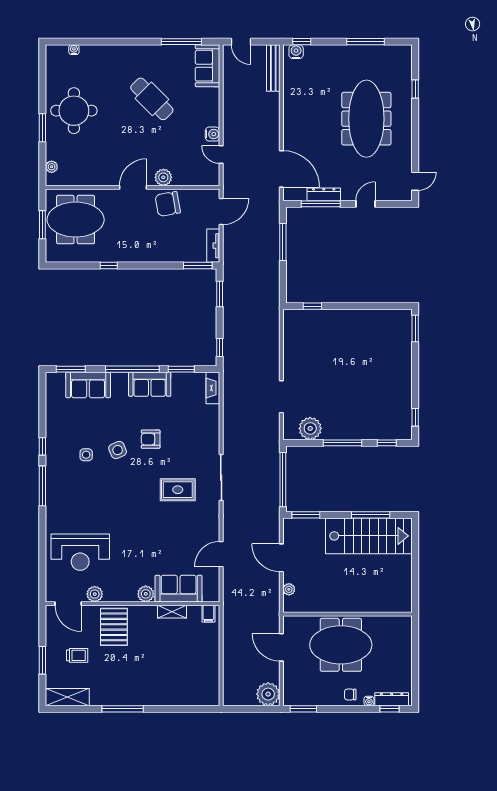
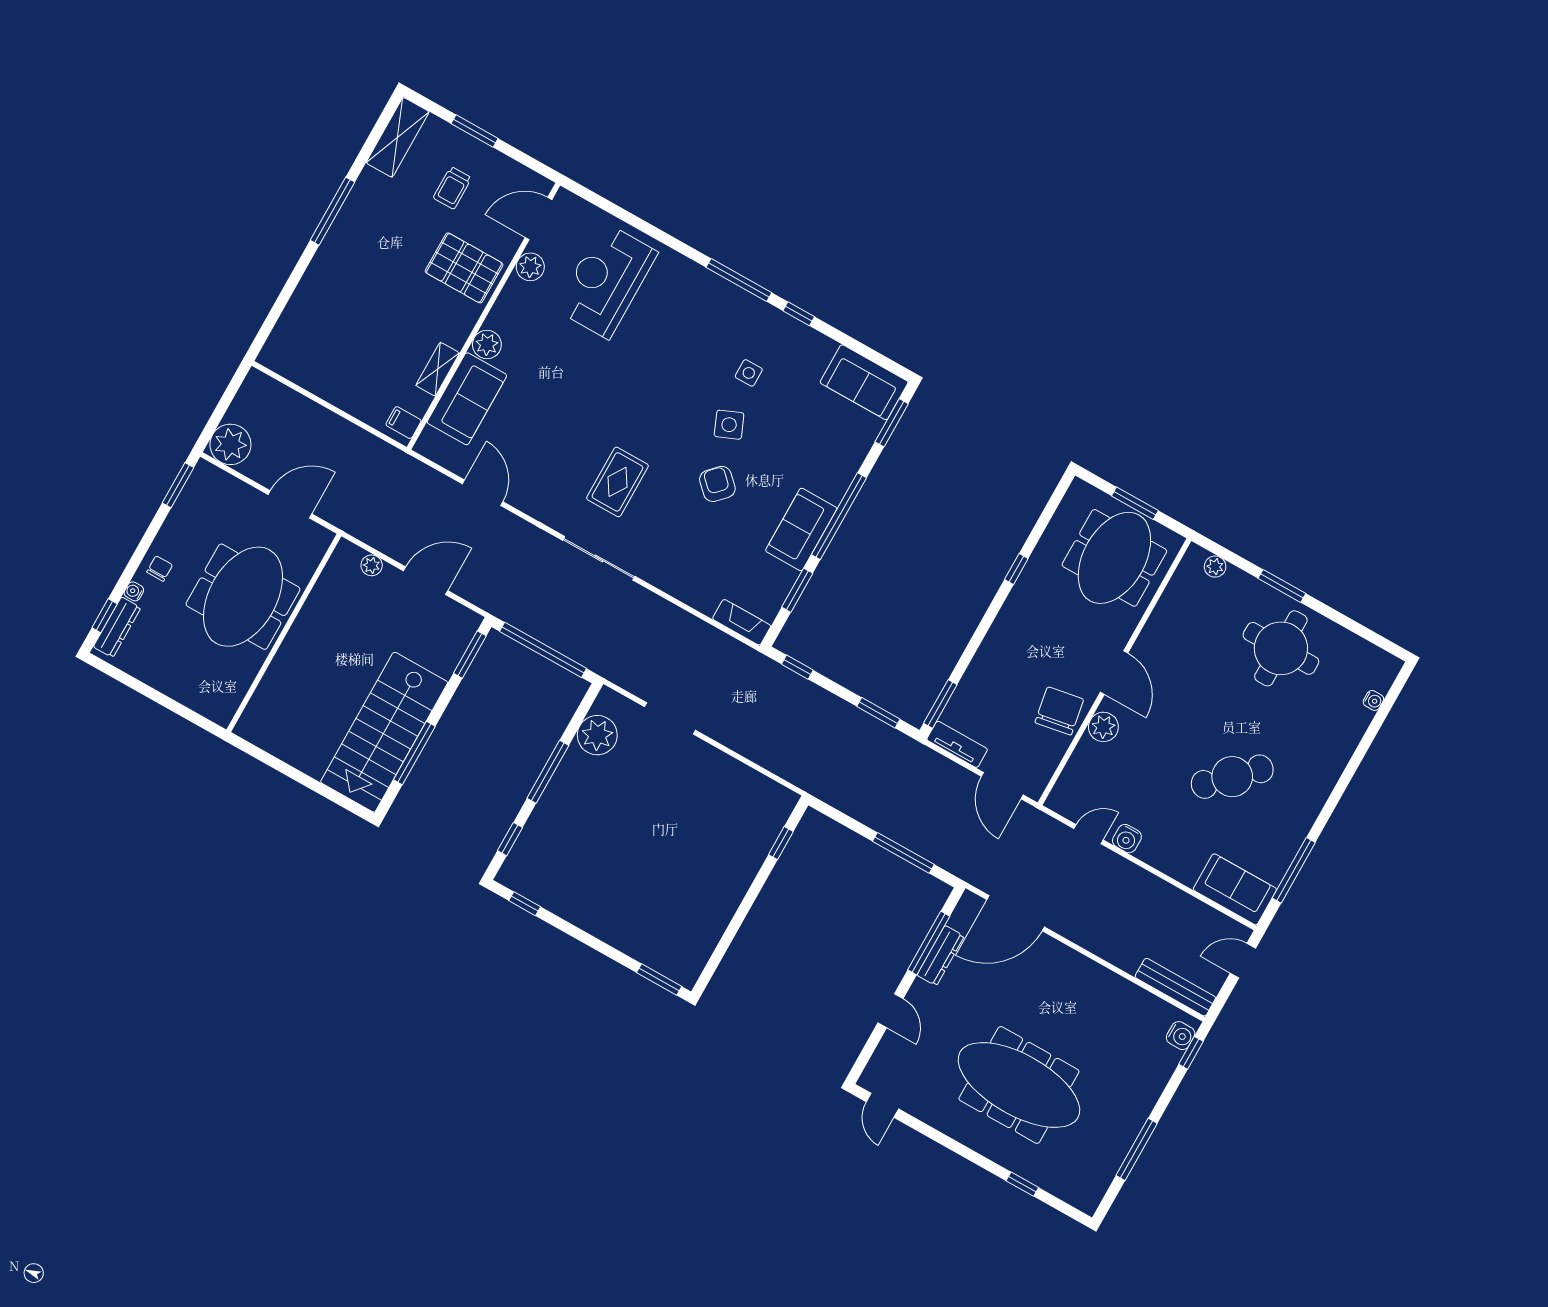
sofa: (88, 385) -> (864, 382), moved, turned -90
armchair: (151, 439) -> (717, 484), turned -46

